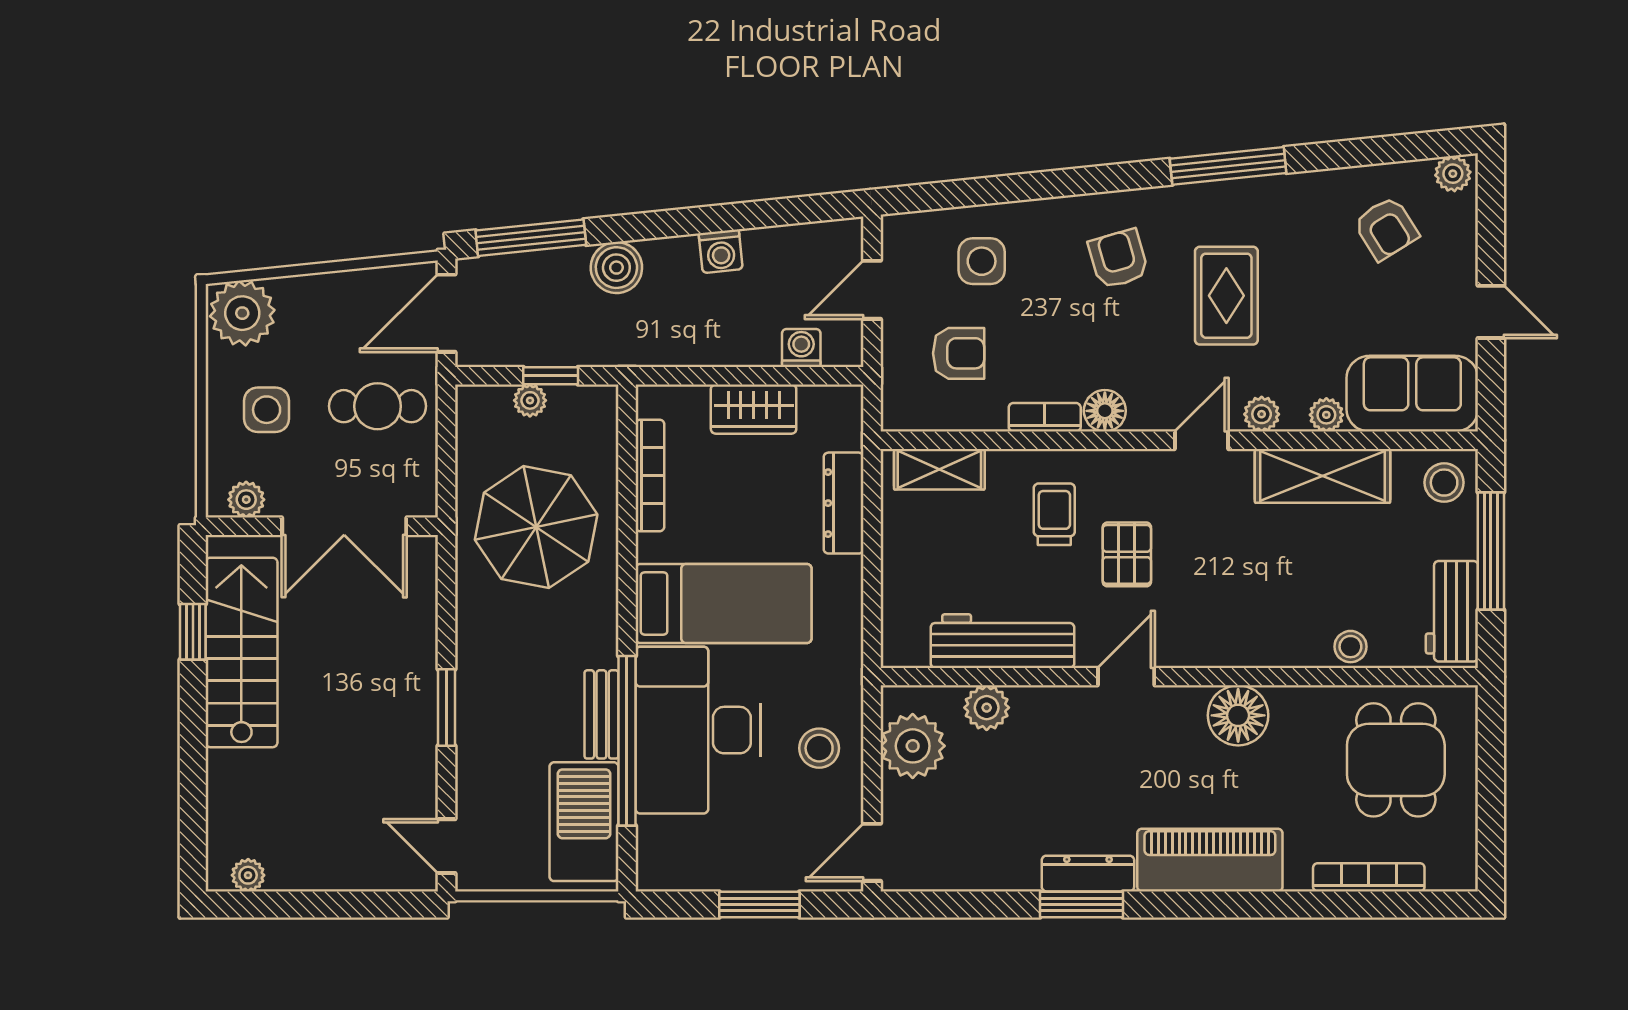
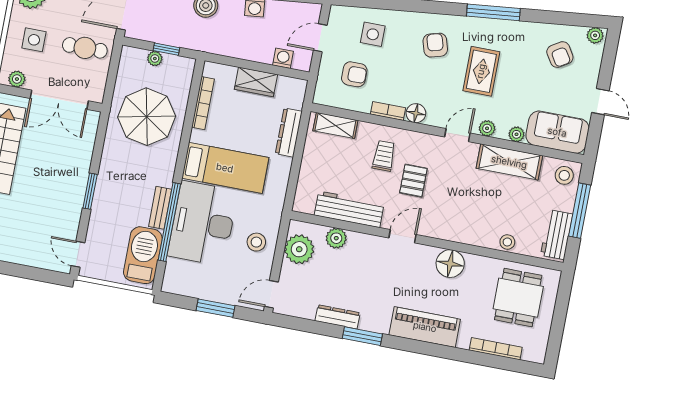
dresser: (1088, 874) -> (338, 317), moved

